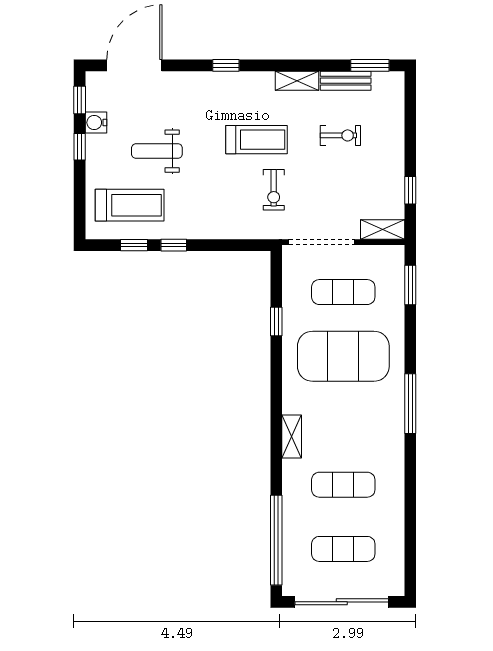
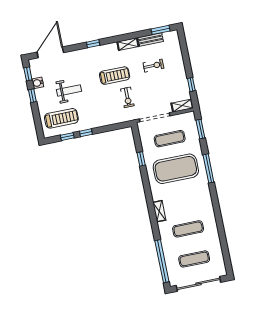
weight bench: (157, 151) -> (69, 90), turned 180
window: (410, 404) -> (208, 168), moved

